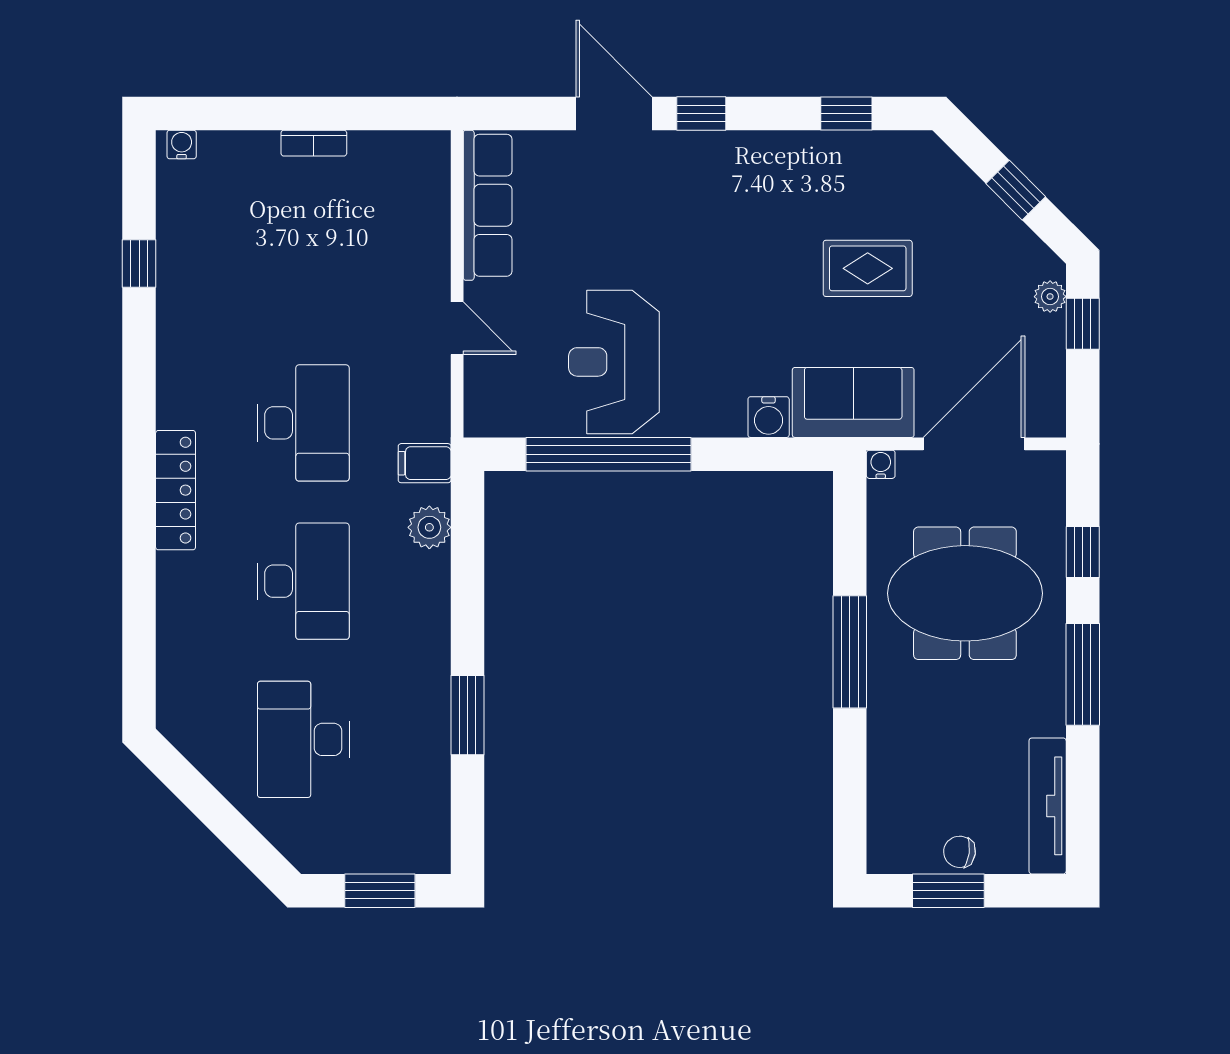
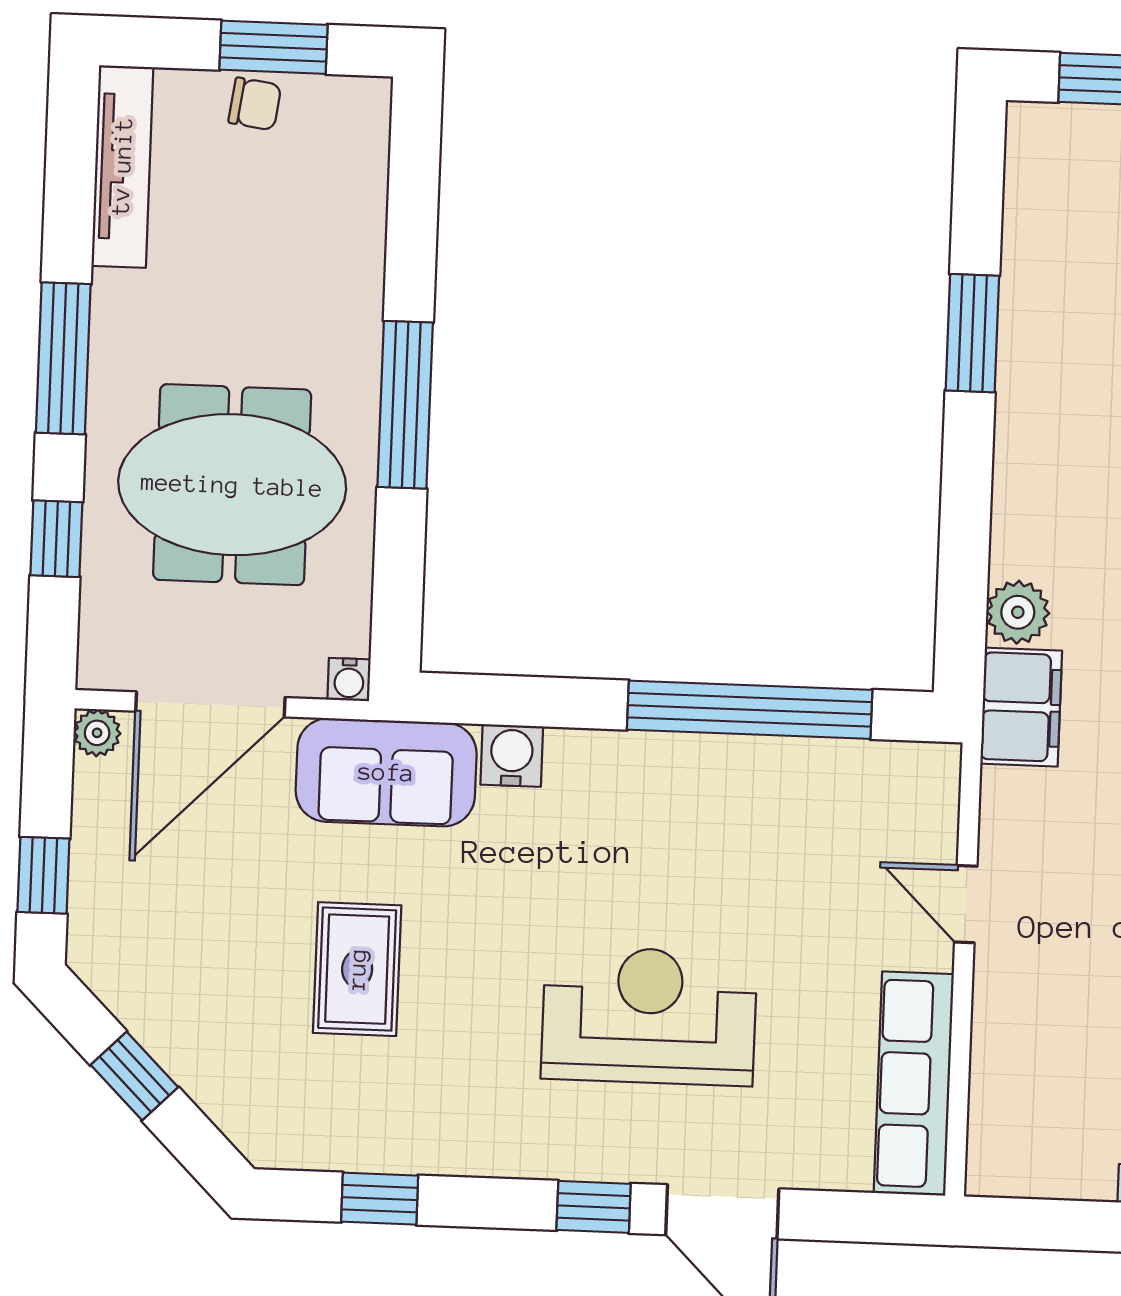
rug: (868, 268) -> (357, 969), turned 90
plant: (1050, 297) -> (97, 733), moved
reception desk: (614, 362) -> (649, 1016), moved, turned -90
filing cabinet: (425, 463) -> (1021, 707), width x2.00

